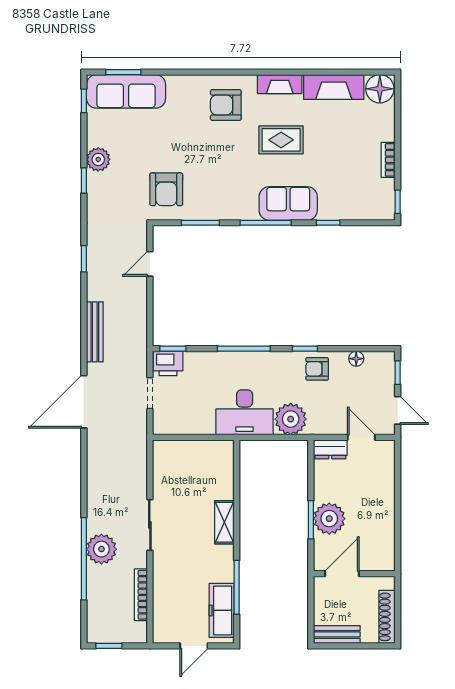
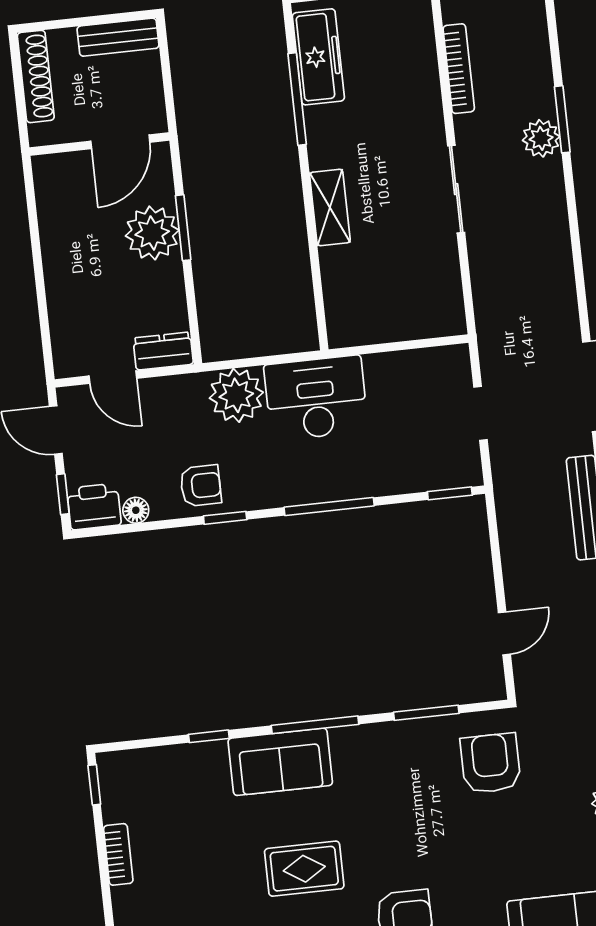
printer: (168, 363) -> (94, 507), moved
plant: (101, 549) -> (541, 138), width x0.73, depth x0.73
window: (84, 559) -> (562, 119), width x0.47

